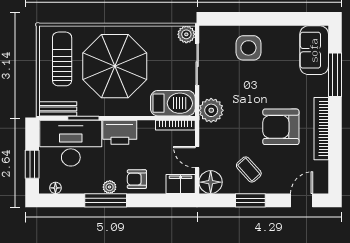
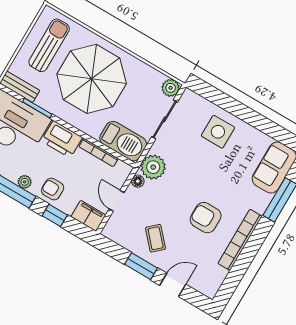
bookcase: (175, 125) -> (99, 152), moved
armchair: (281, 127) -> (206, 218), width x0.73, depth x0.73
floor lamp: (211, 182) -> (138, 181), moved, width x0.53, depth x0.53
window: (152, 200) -> (55, 215), added
door: (302, 200) -> (173, 285), moved

